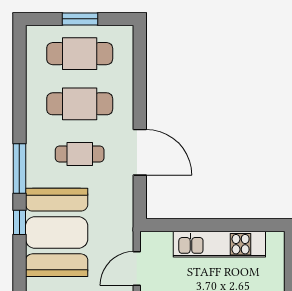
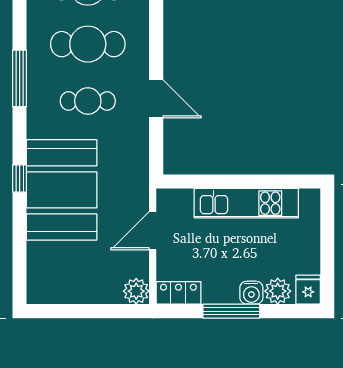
door: (140, 152) -> (156, 99), width x0.73
window: (19, 169) -> (20, 78), moved

